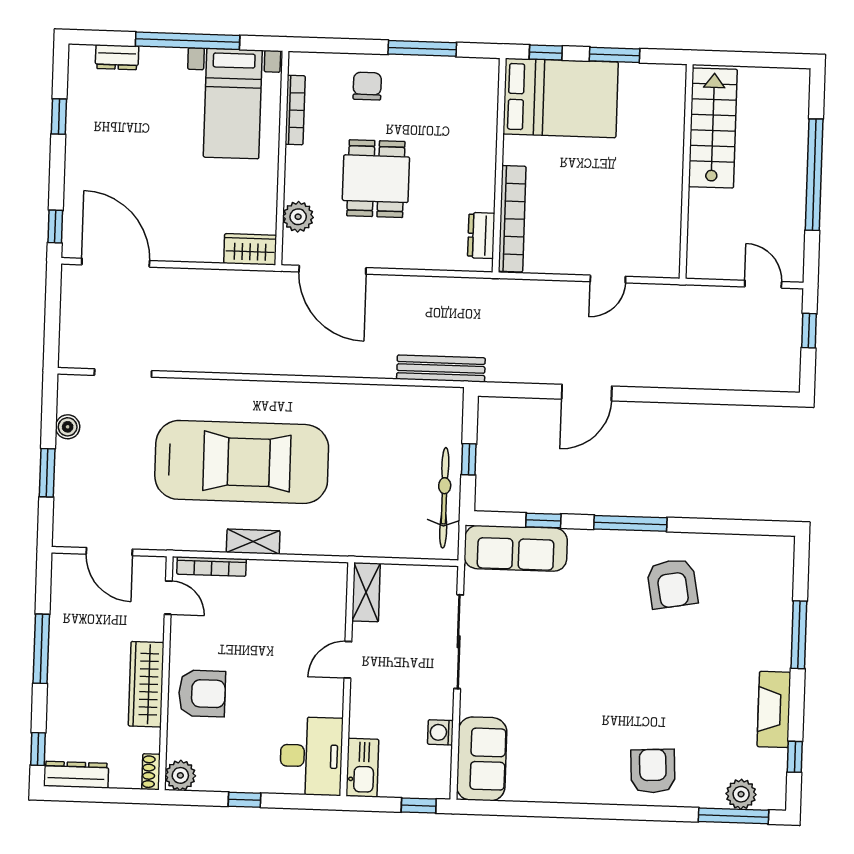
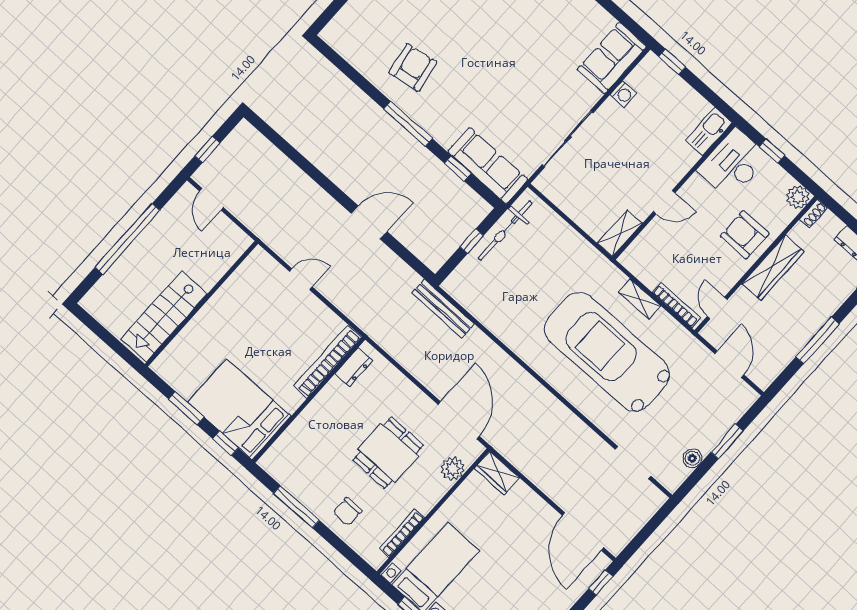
shelving: (366, 592) -> (620, 233), moved
door: (348, 660) -> (664, 202), moved
wall: (347, 679) -> (674, 191), moved
desk: (311, 756) -> (733, 164), moved
kitchen sink: (362, 768) -> (709, 132), moved

